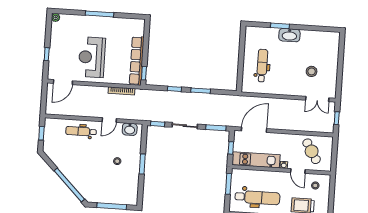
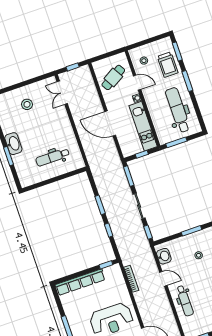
row of seats: (137, 61) -> (80, 282), moved
stool: (312, 71) -> (27, 104), moved
double door: (317, 99) -> (62, 93), swing flipped
door: (254, 130) -> (110, 123), moved
door: (298, 171) -> (137, 83), hinge flipped

